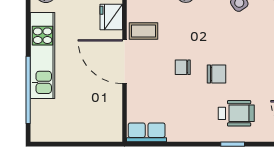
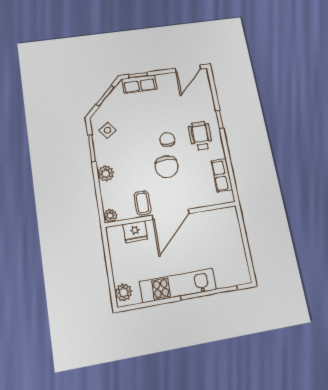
chair: (183, 67) -> (167, 167), width x1.87, depth x1.87
wheelchair: (236, 113) -> (200, 136), moved
row of seats: (147, 132) -> (222, 175), moved

